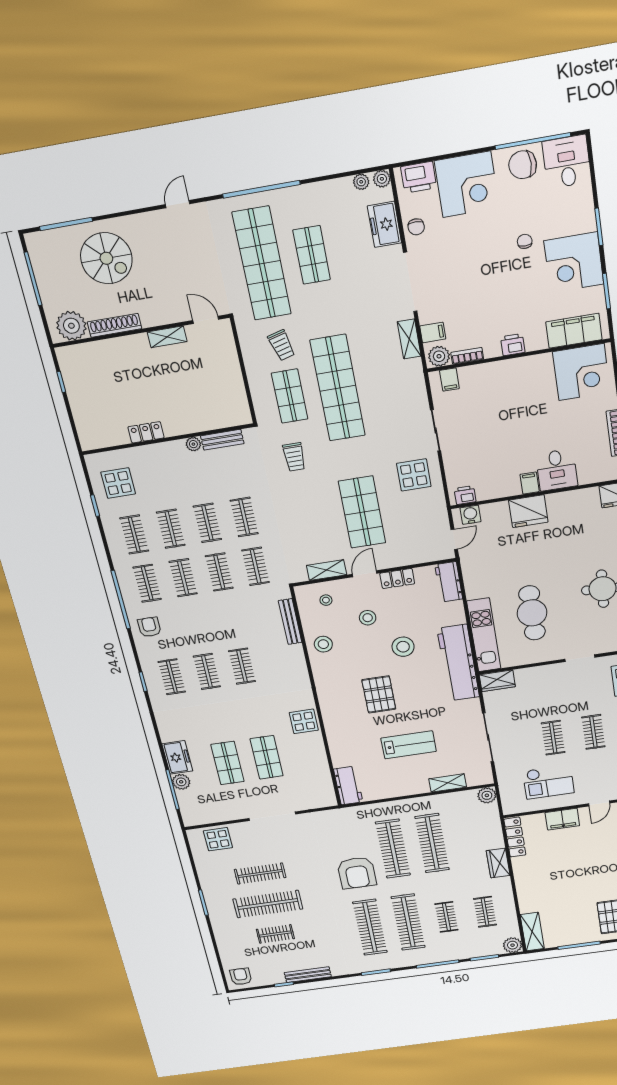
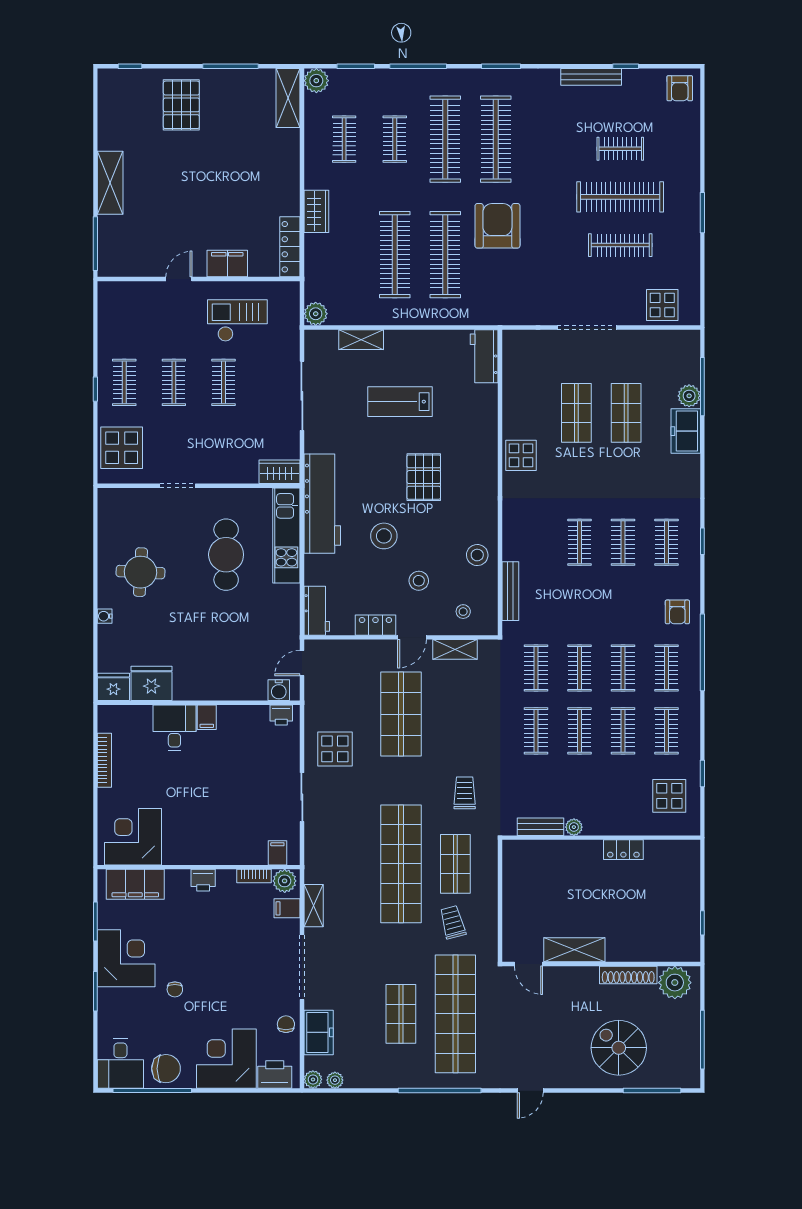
shelving: (167, 337) -> (574, 950), width x1.50, depth x1.33
fridge: (528, 511) -> (151, 683), moved

